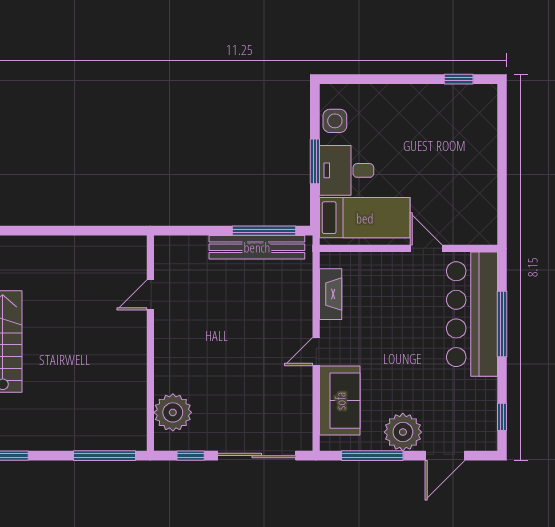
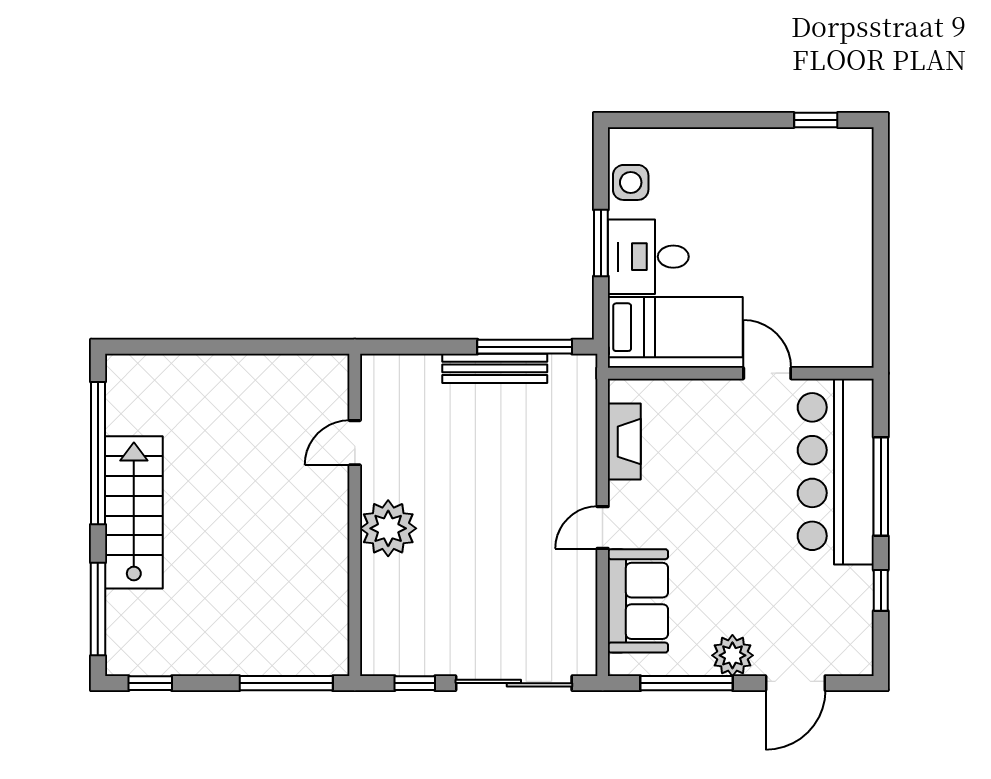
bench: (257, 247) -> (495, 368), width x0.73, depth x0.82
plant: (173, 412) -> (388, 528), moved
window: (502, 417) -> (881, 590), moved
plant: (403, 432) -> (732, 655), width x0.73, depth x0.73

